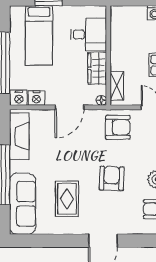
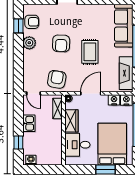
bed: (39, 35) -> (112, 144), width x1.50
armchair: (118, 127) -> (57, 79), turned 100
rug: (67, 199) -> (90, 52), moved

